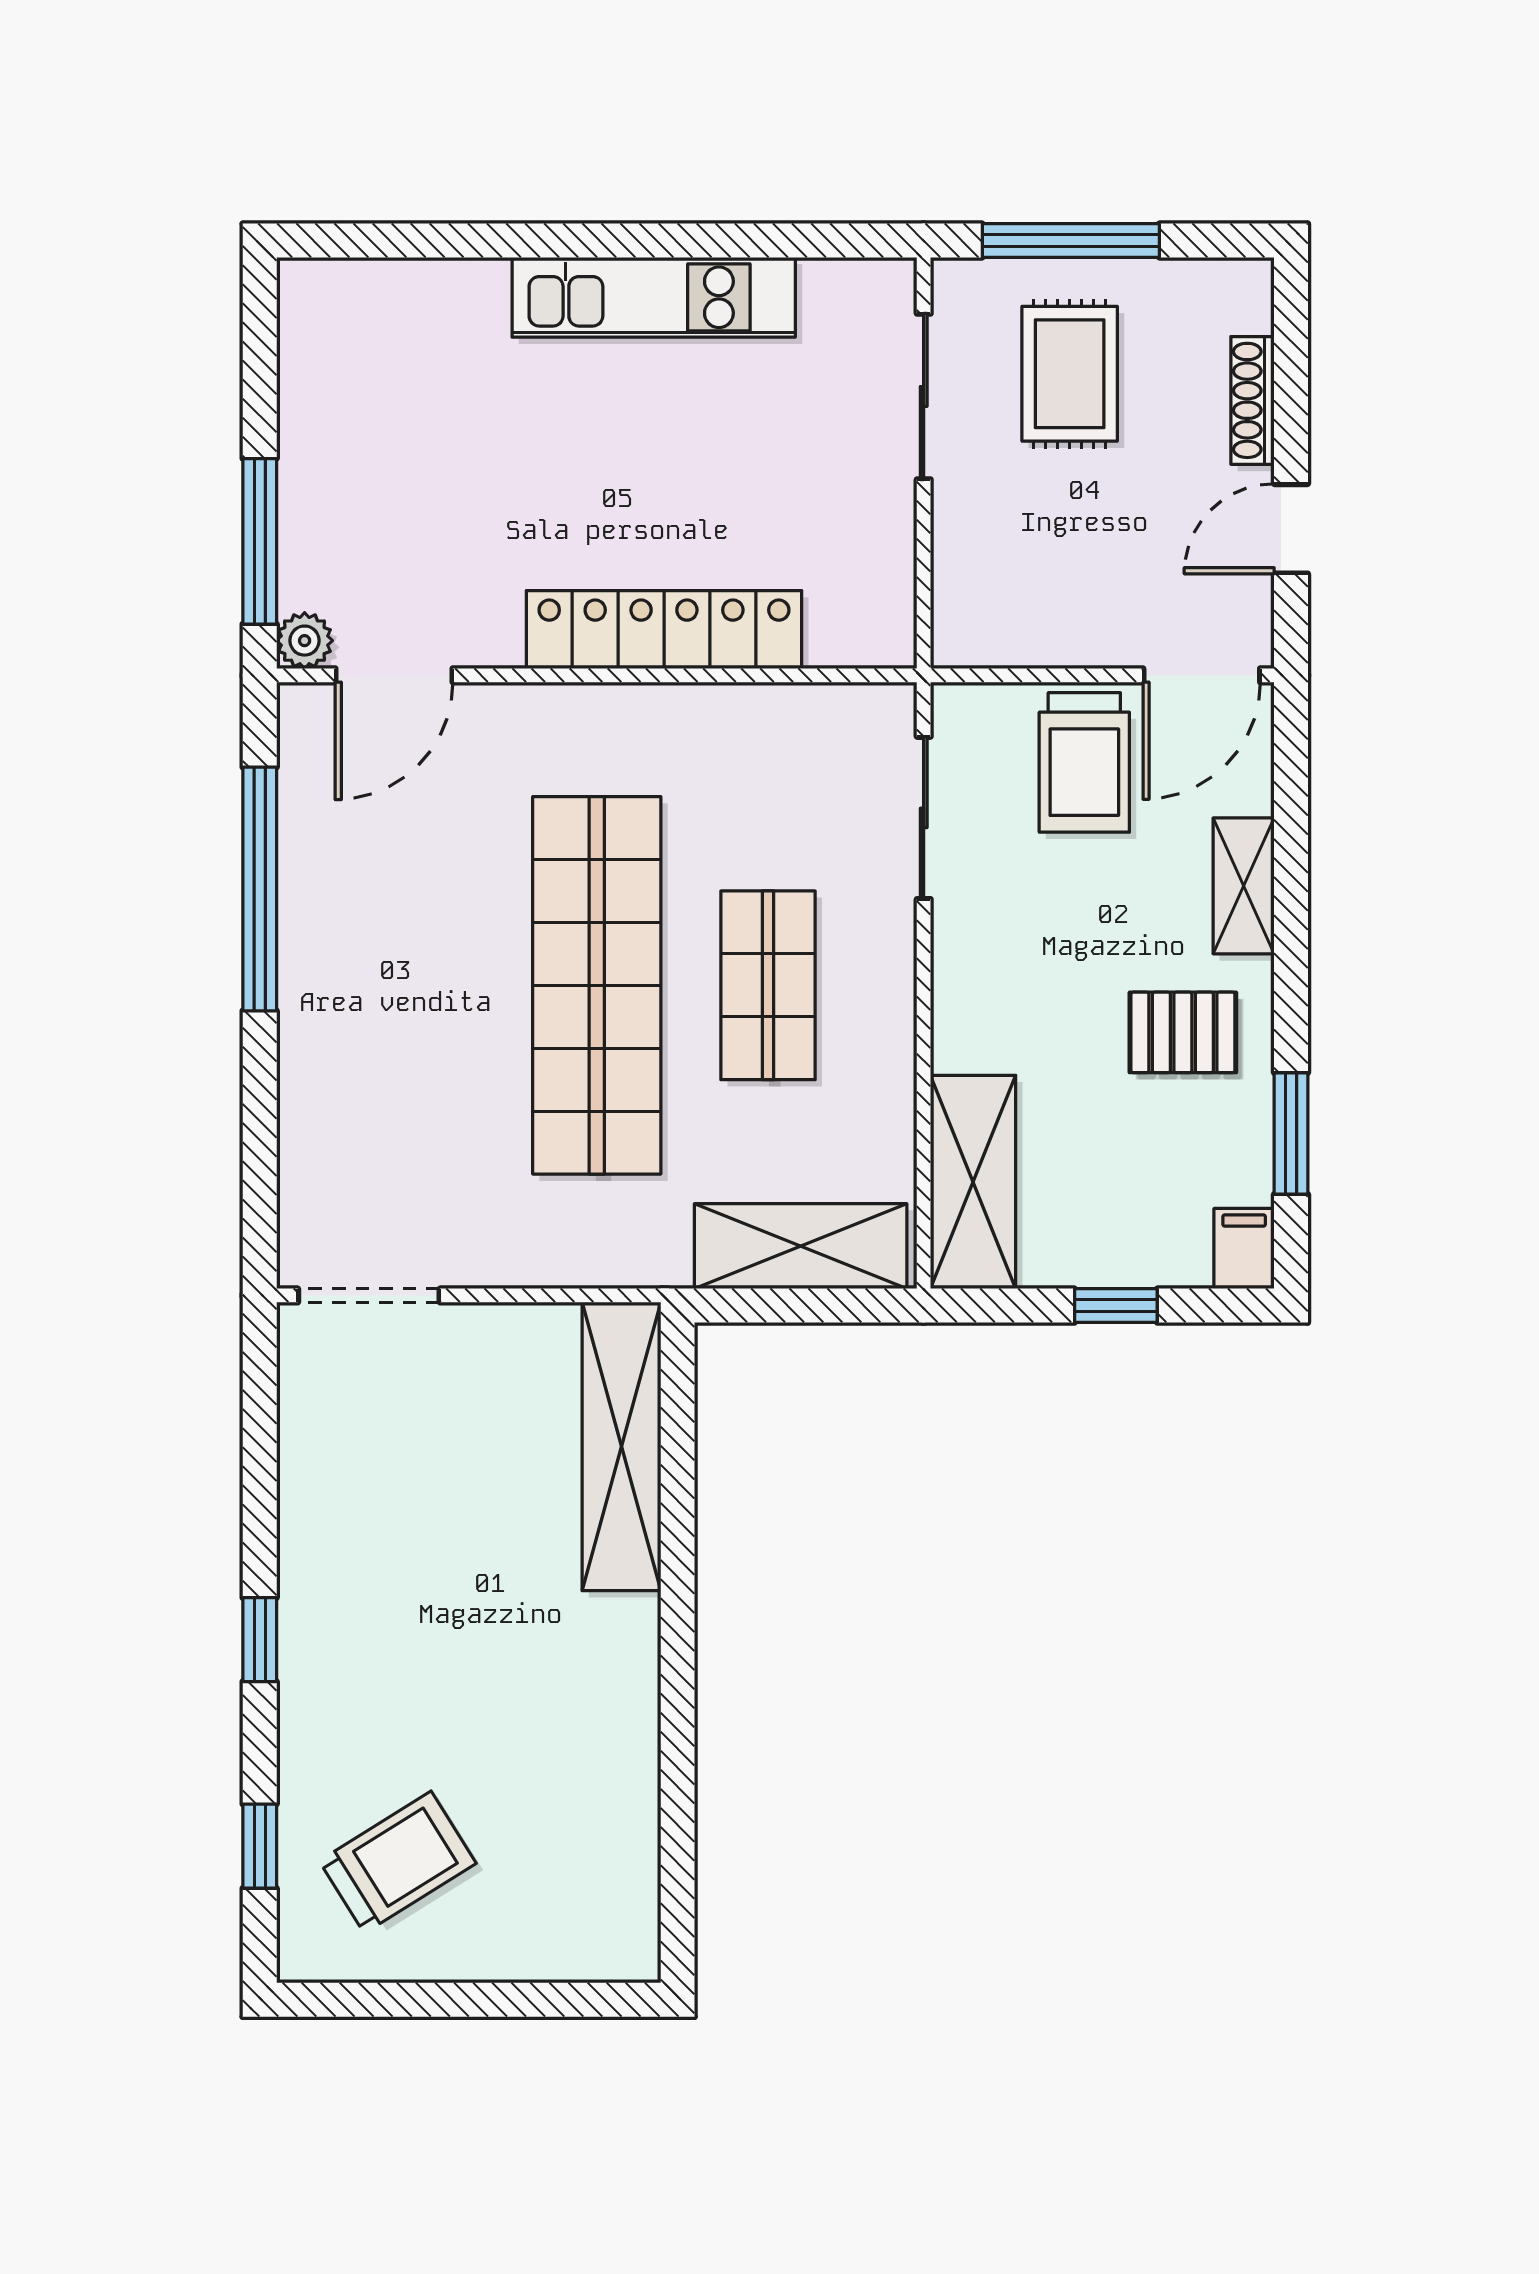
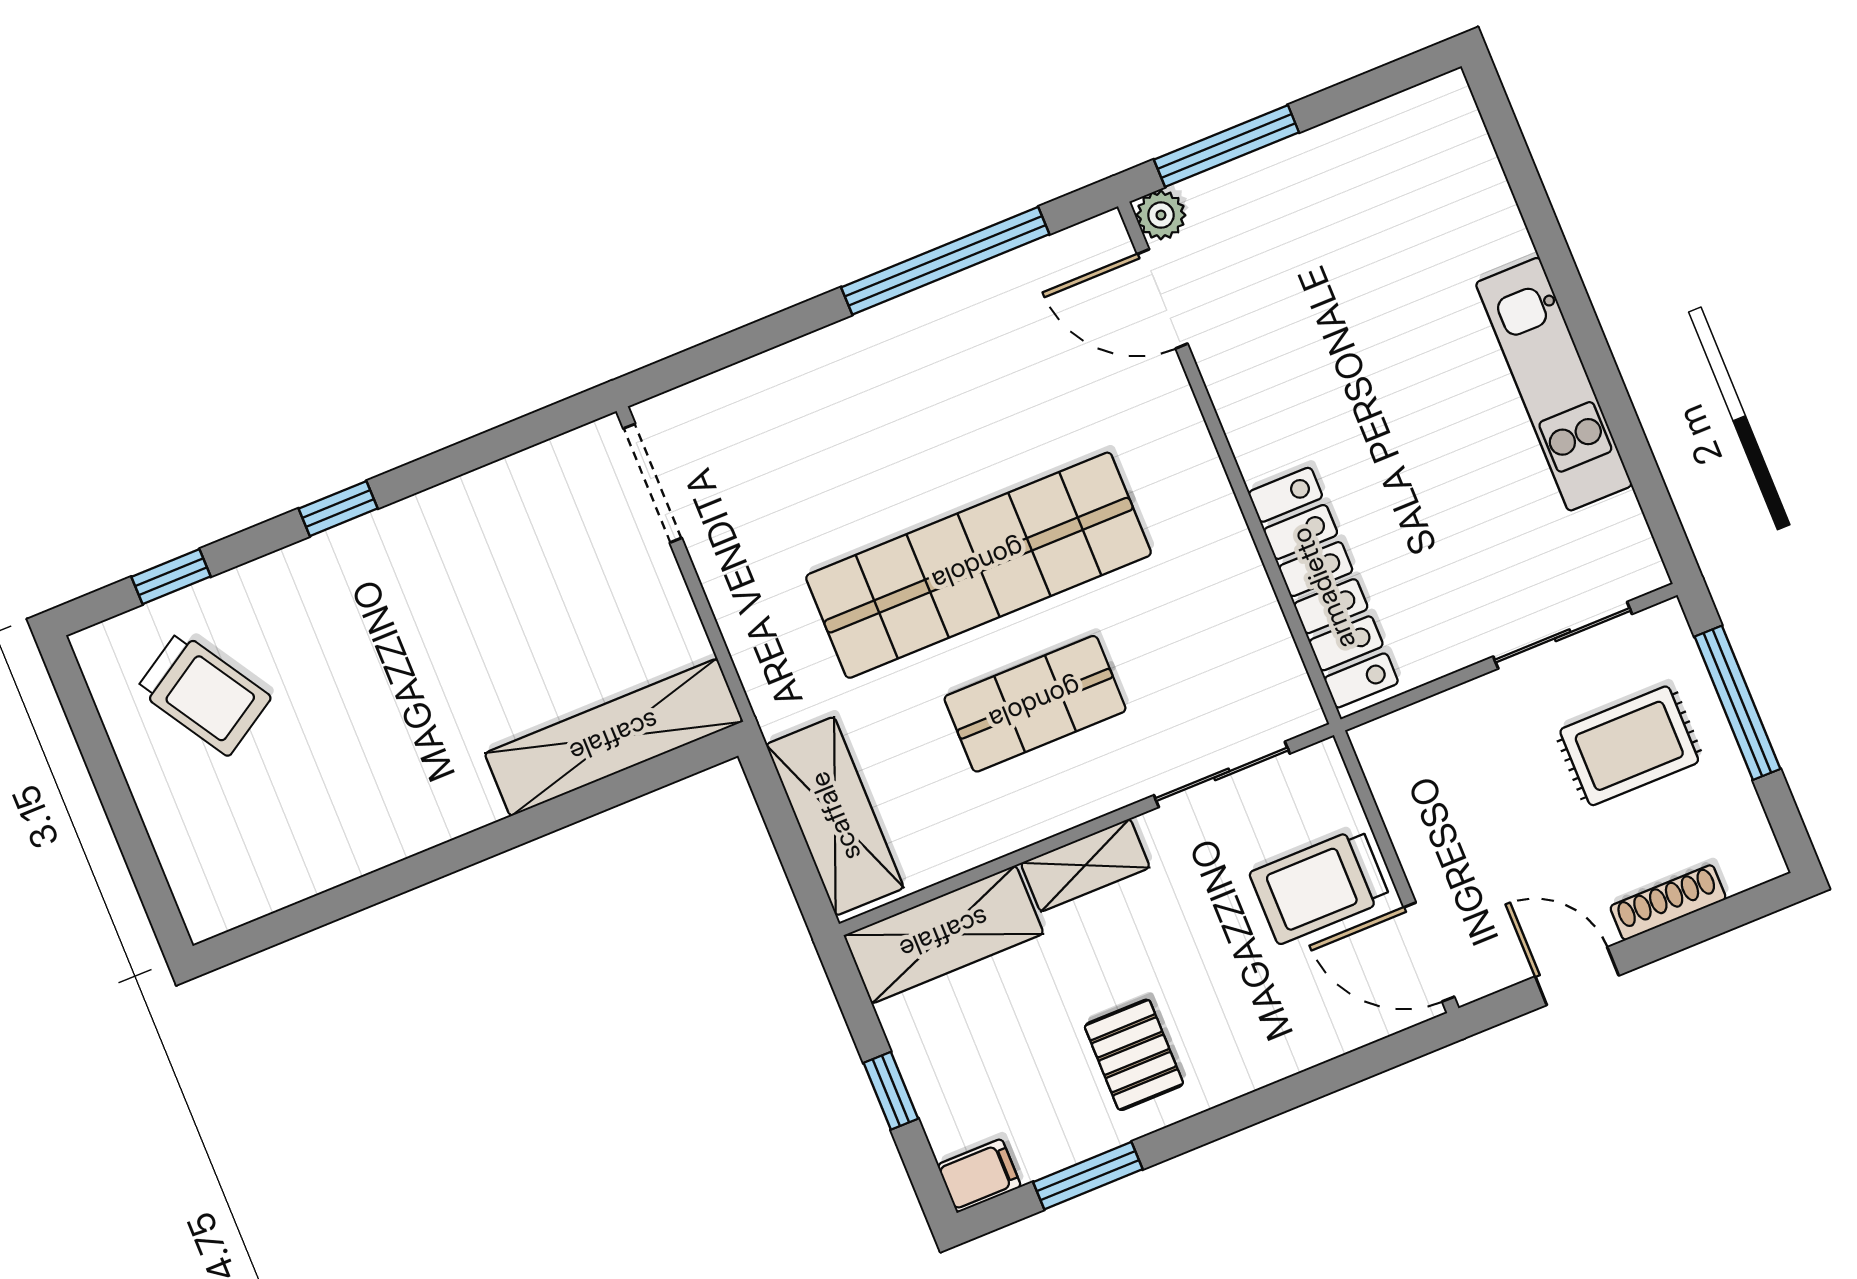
locker: (664, 630) -> (1323, 588), moved
shelving: (1244, 886) -> (1085, 865), moved

